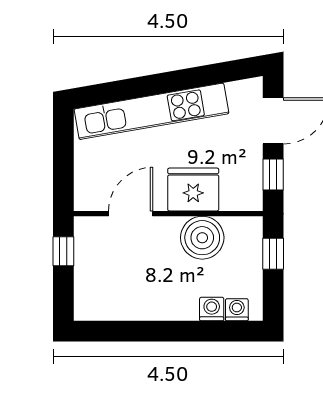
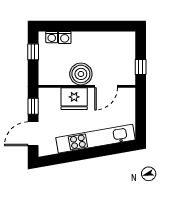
boiler: (202, 238) -> (81, 74), moved
window: (273, 254) -> (33, 52), moved

